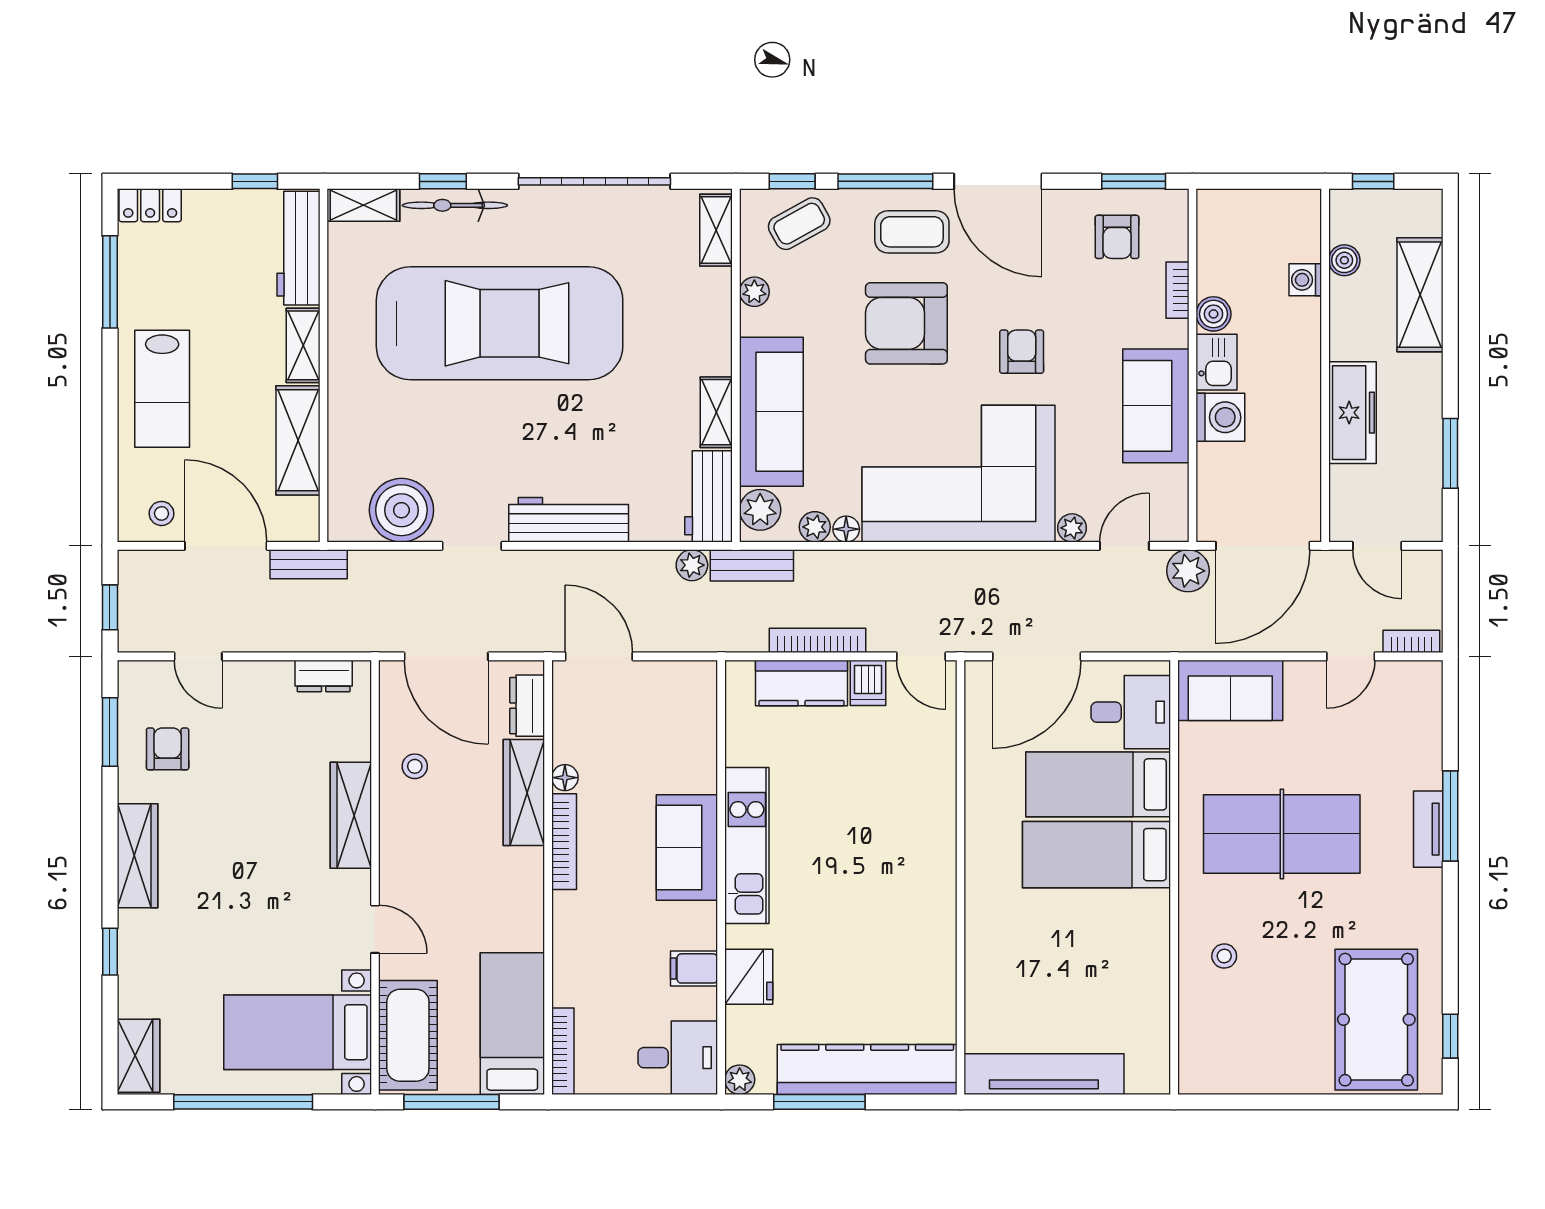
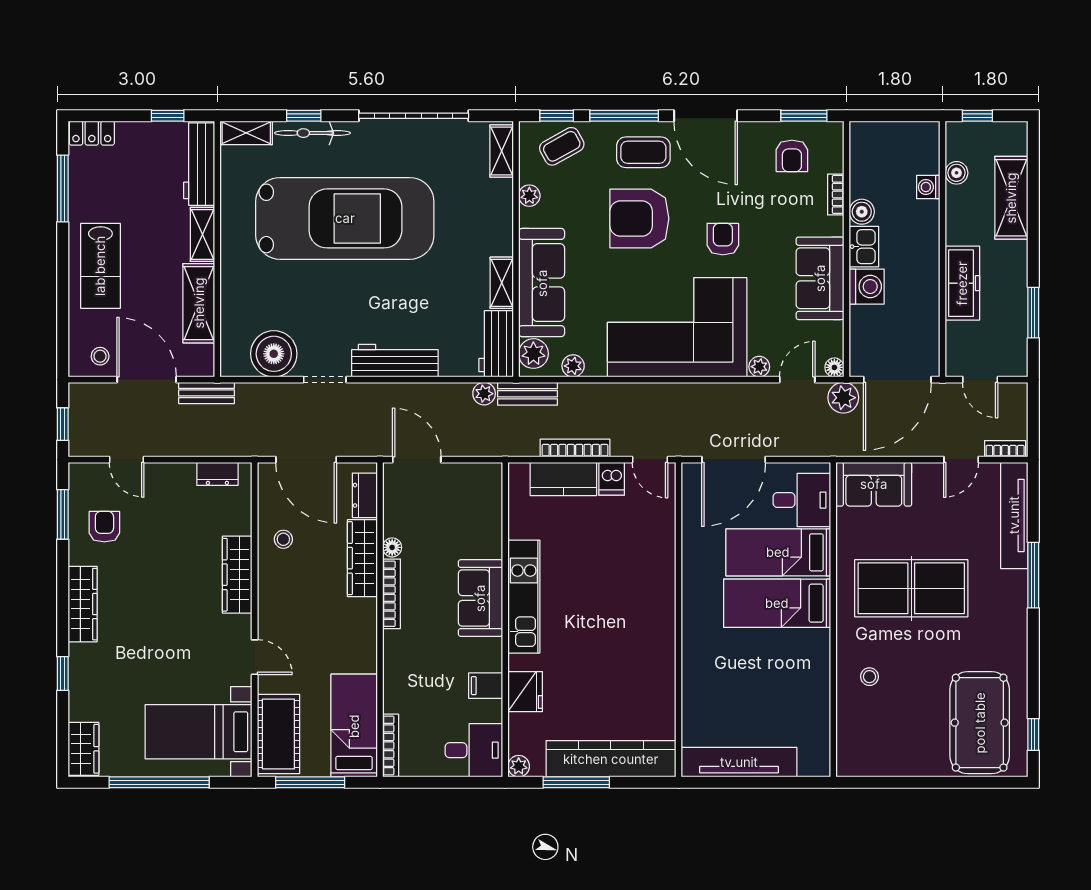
floor lamp: (846, 529) -> (834, 367), moved
tv unit: (1428, 829) -> (1014, 515), moved, width x1.92, depth x1.29

